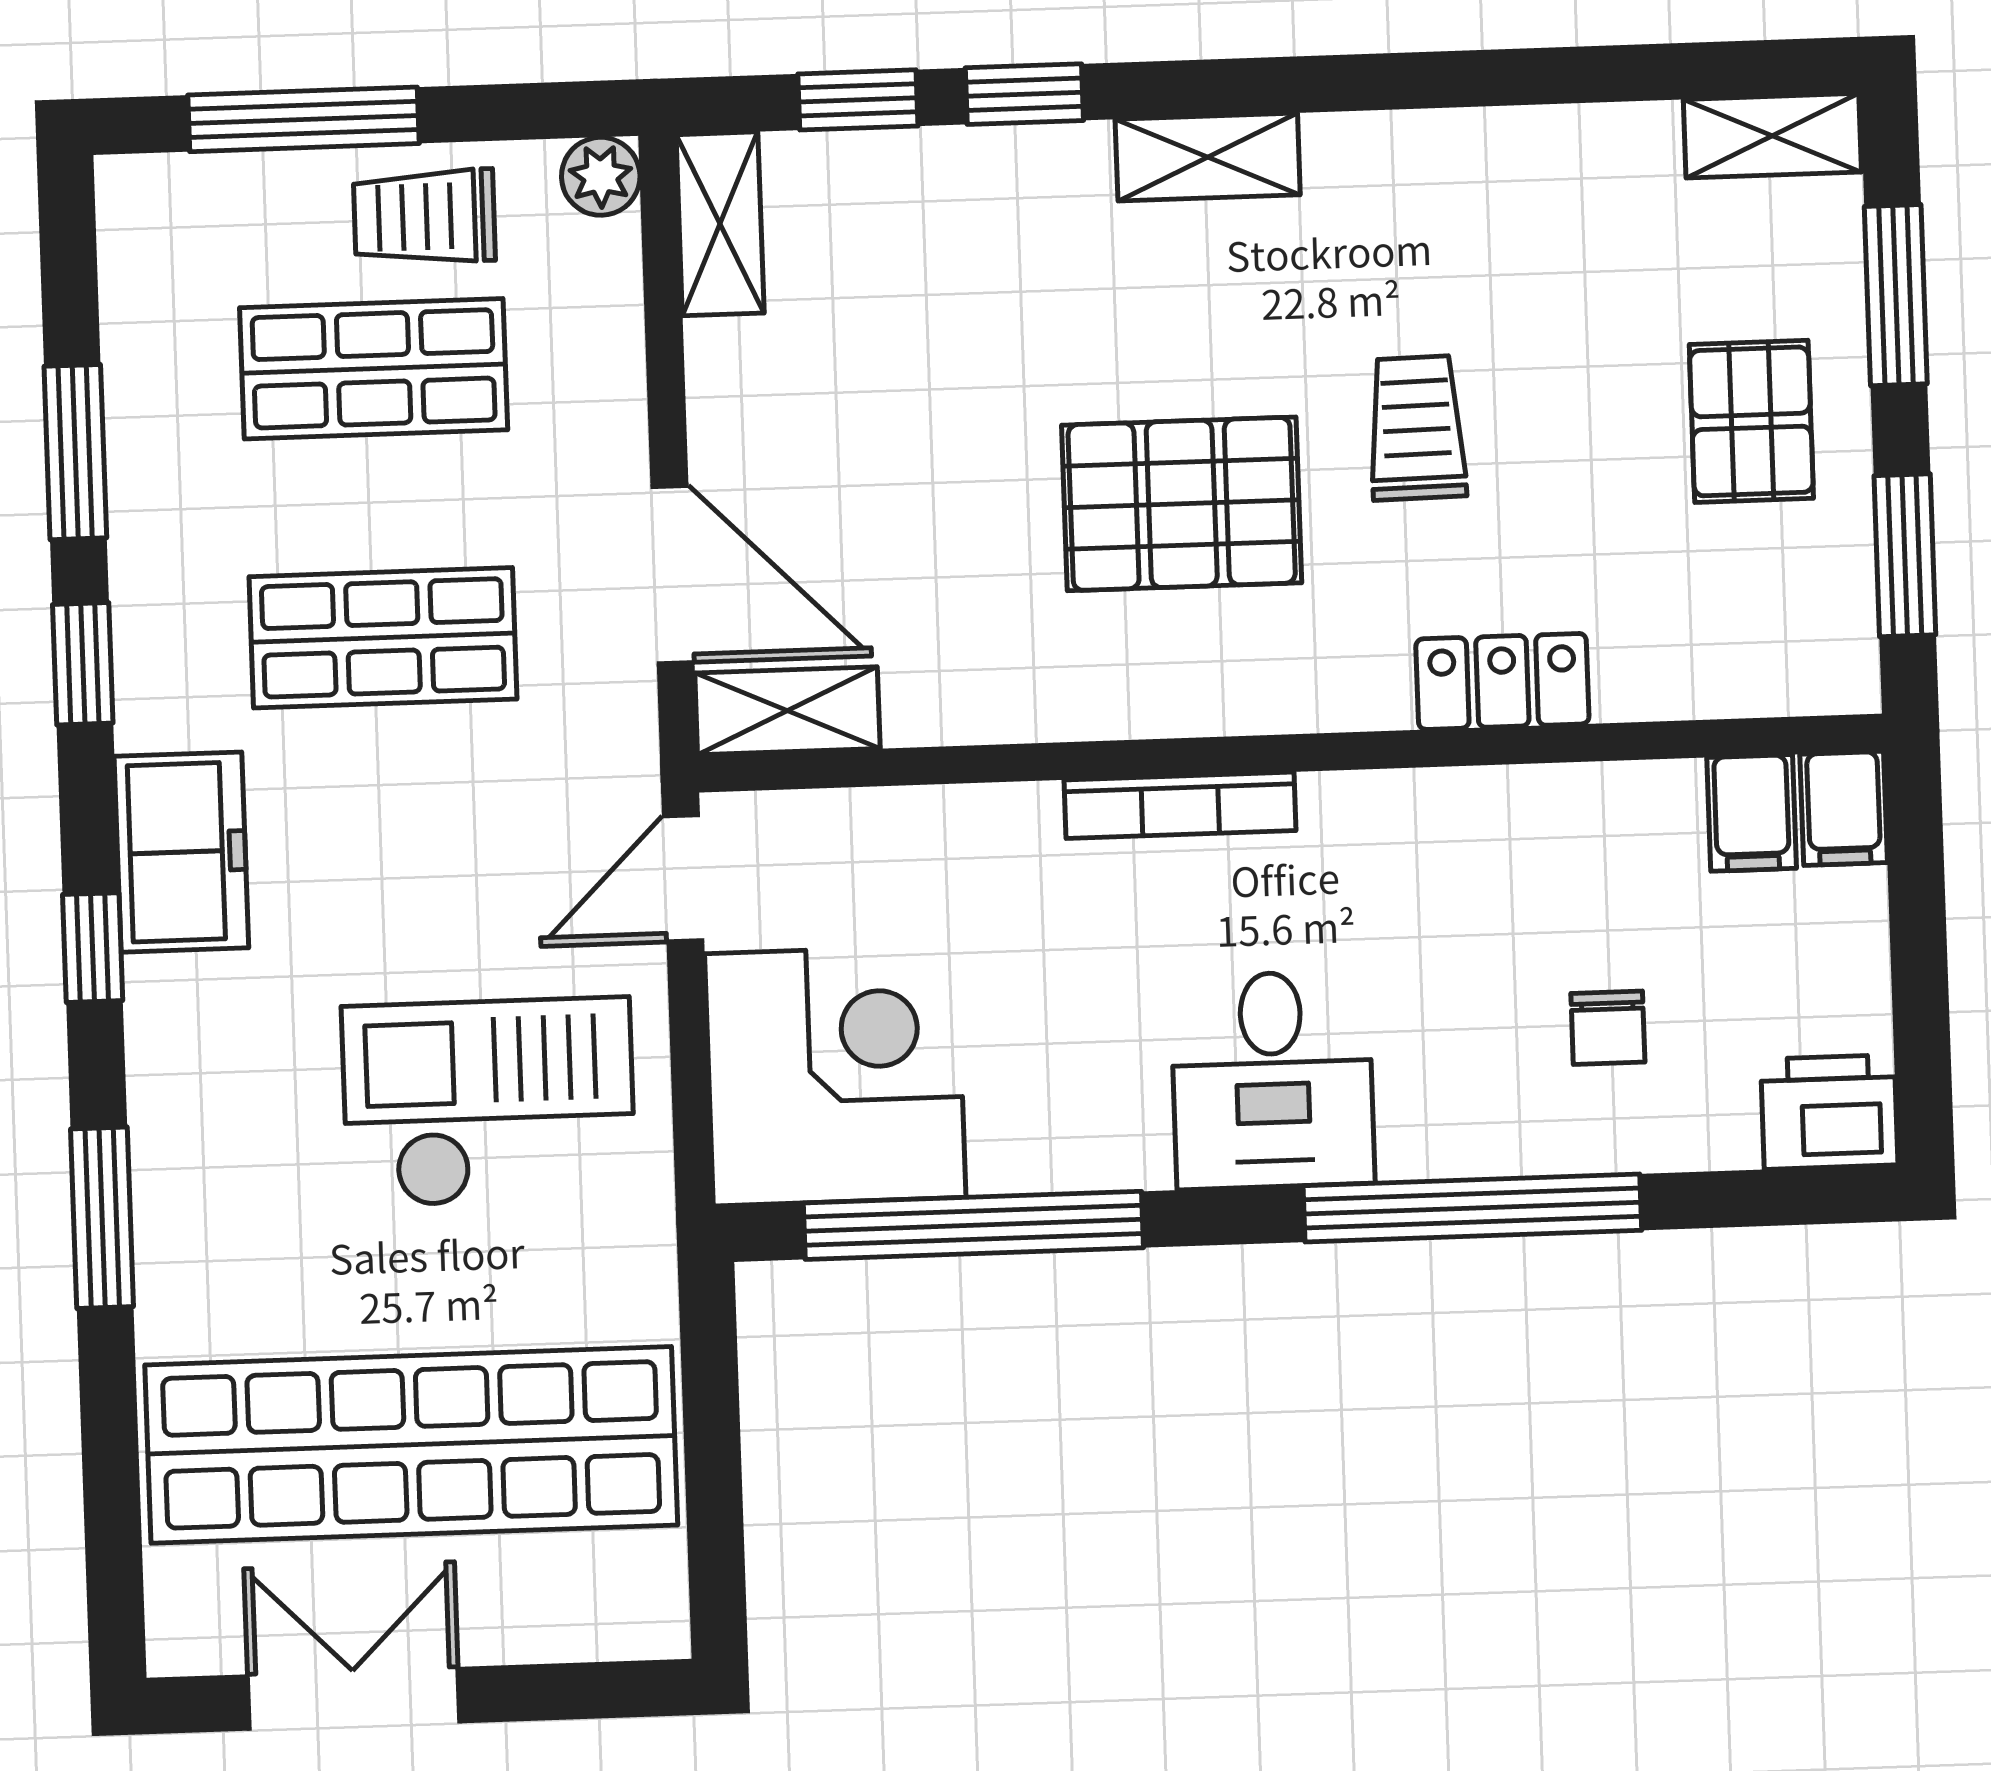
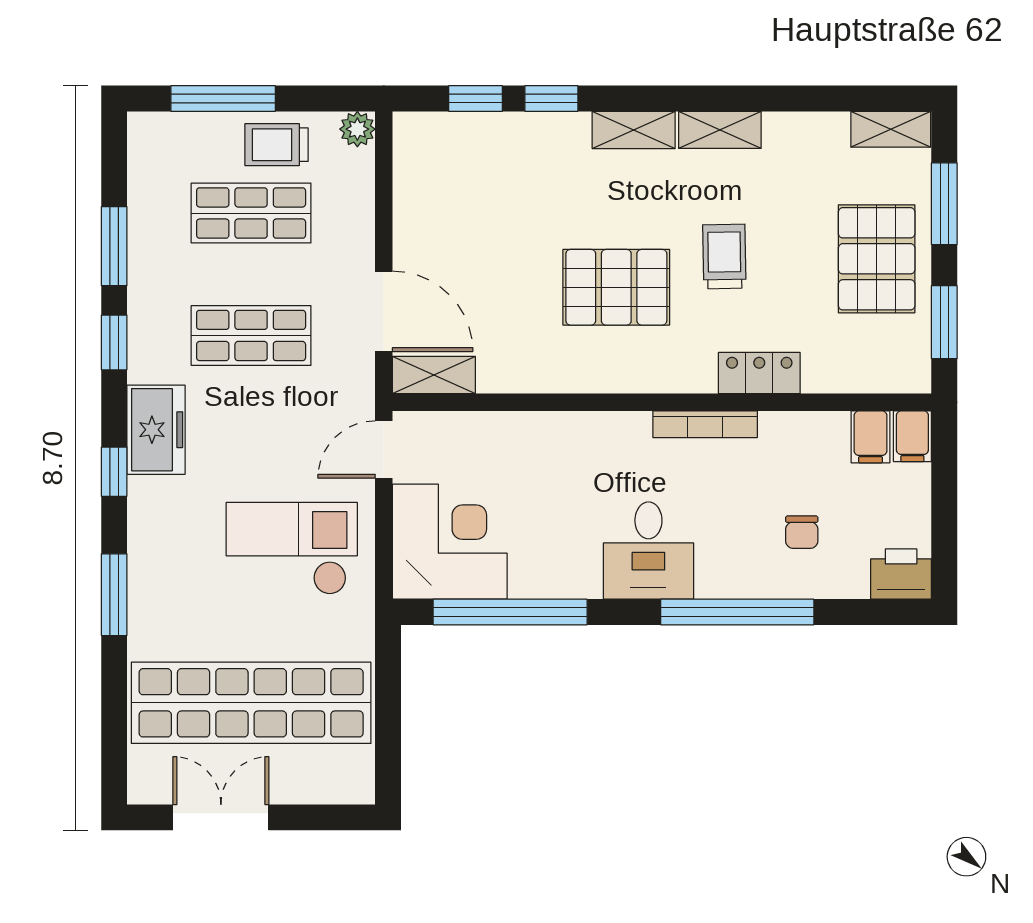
shelving: (720, 224) -> (720, 130), moved, turned 90
pallet: (1751, 421) -> (877, 259), width x1.50, depth x1.42
bookcase: (1180, 805) -> (705, 424), moved

